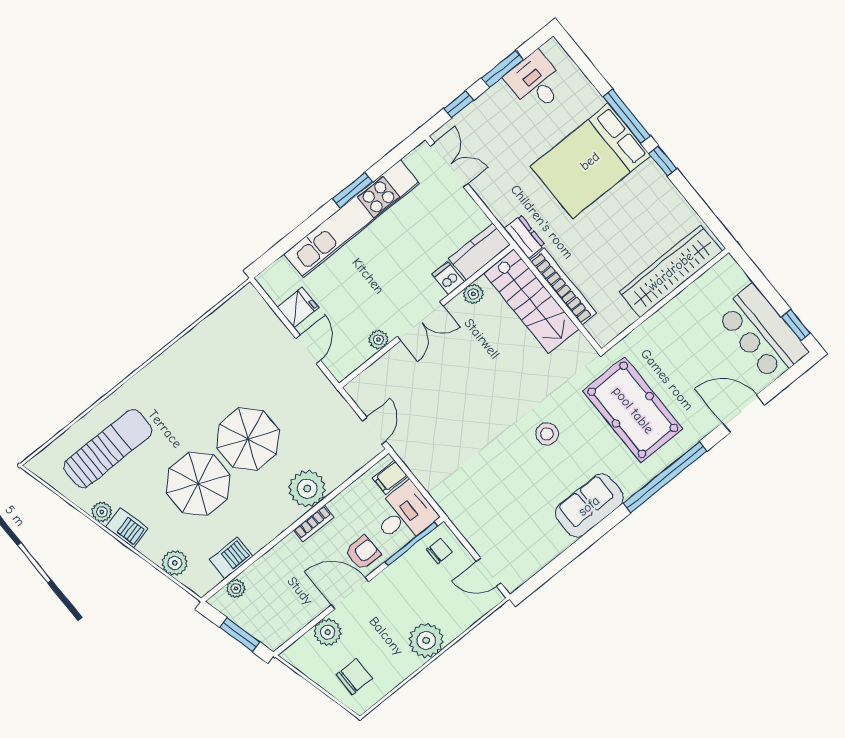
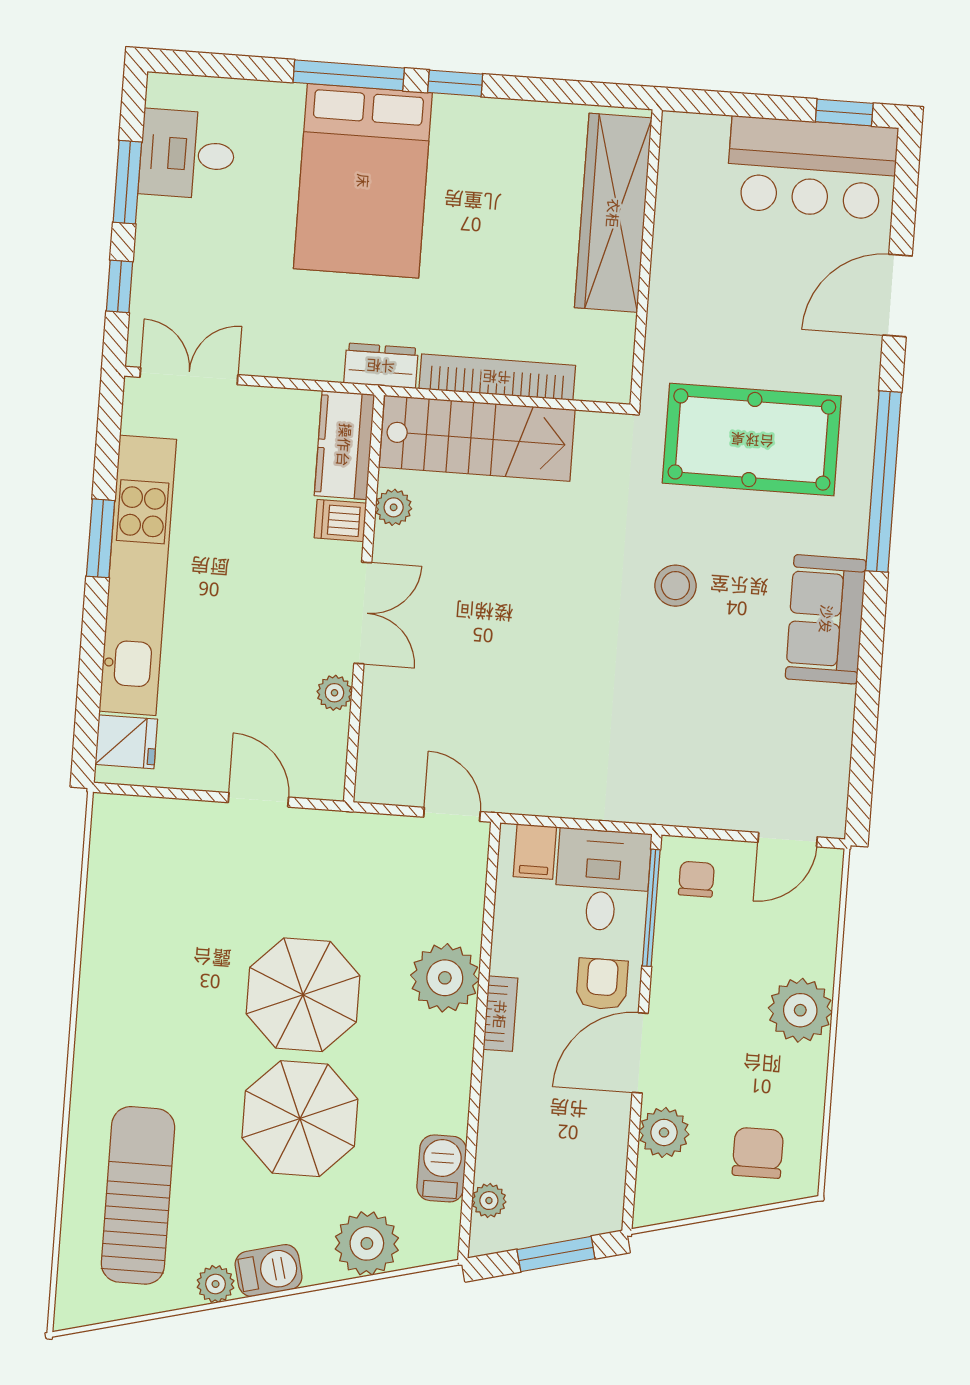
fridge: (298, 307) -> (126, 742), moved, turned 90
plant: (175, 563) -> (367, 1243), width x1.36, depth x1.36

